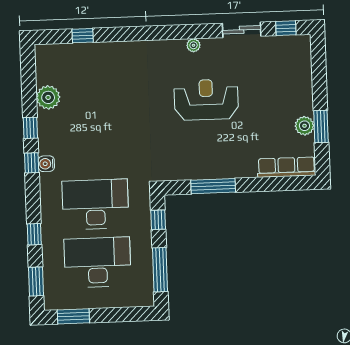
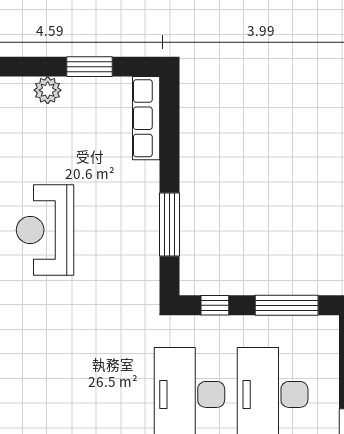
plant: (304, 126) -> (48, 90), moved

